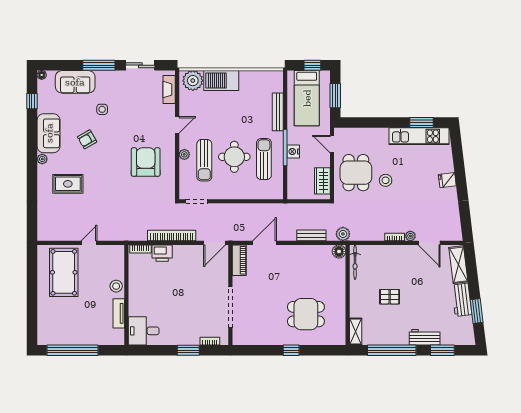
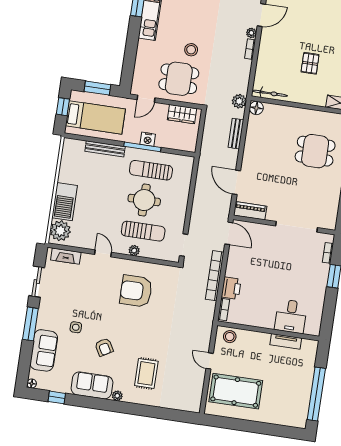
stool: (116, 286) -> (230, 337), moved
dining table: (306, 314) -> (315, 151), turned 90
desk: (144, 331) -> (291, 316), moved

